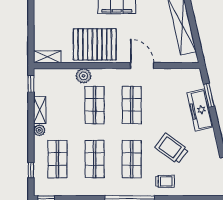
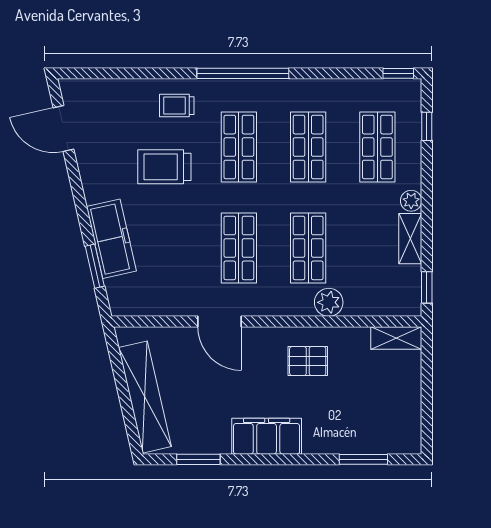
pallet: (95, 44) -> (308, 361), width x0.49, depth x0.50
trolley: (172, 149) -> (164, 167), turned 144

